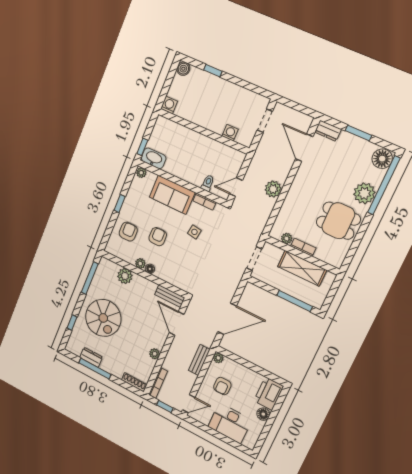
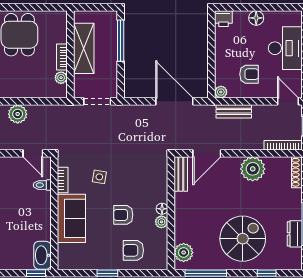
plant: (141, 173) -> (64, 263), removed
plant: (125, 276) -> (184, 253), moved
plant: (155, 354) -> (253, 169), width x1.87, depth x1.87
printer: (269, 394) -> (223, 19), width x0.53, depth x0.68

